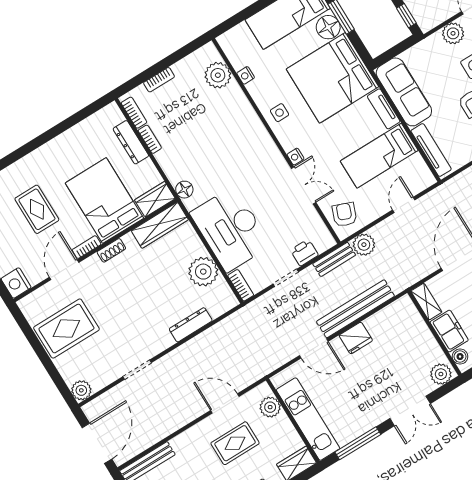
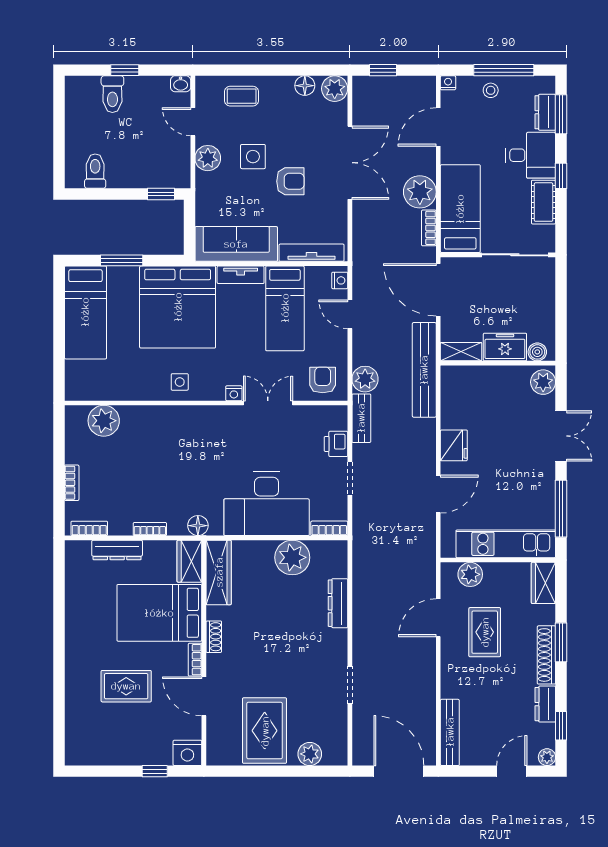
floor lamp: (328, 27) -> (124, 280), removed
nightstand: (246, 75) -> (340, 280), moved, turned -90
bookcase: (150, 139) -> (150, 529), moved
armchair: (344, 215) -> (323, 380), turned 69
bench: (355, 309) -> (424, 370), moved
plant: (81, 390) -> (310, 754), moved

